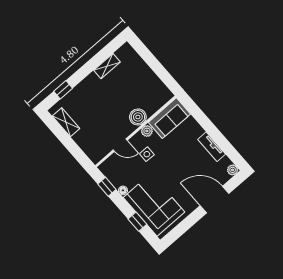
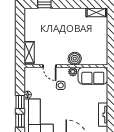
shelving: (107, 66) -> (96, 12), moved
shelving: (66, 122) -> (29, 52), moved
window: (107, 187) -> (20, 102), moved

